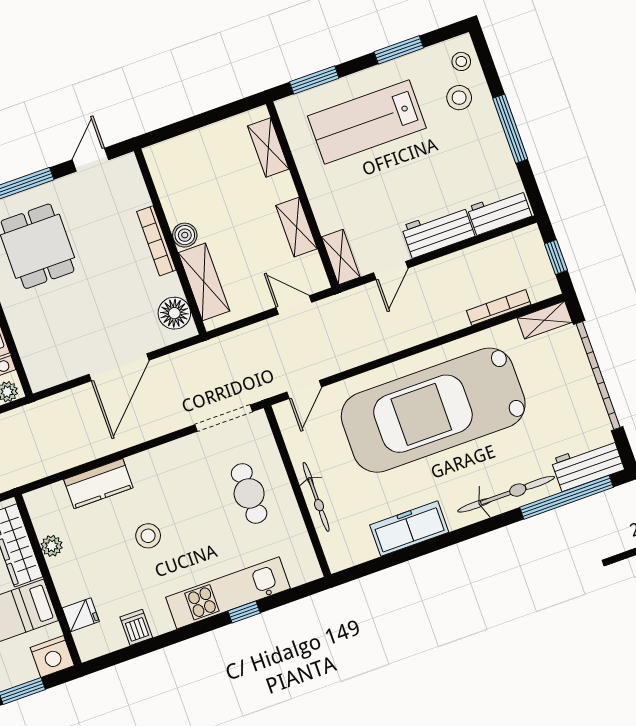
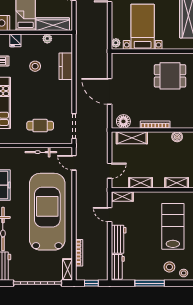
boiler: (185, 235) -> (177, 137), moved
bicycle: (316, 497) -> (41, 152), moved
stool: (148, 536) -> (35, 66), moved

